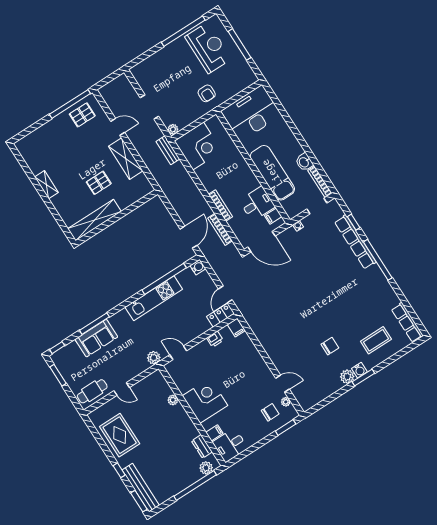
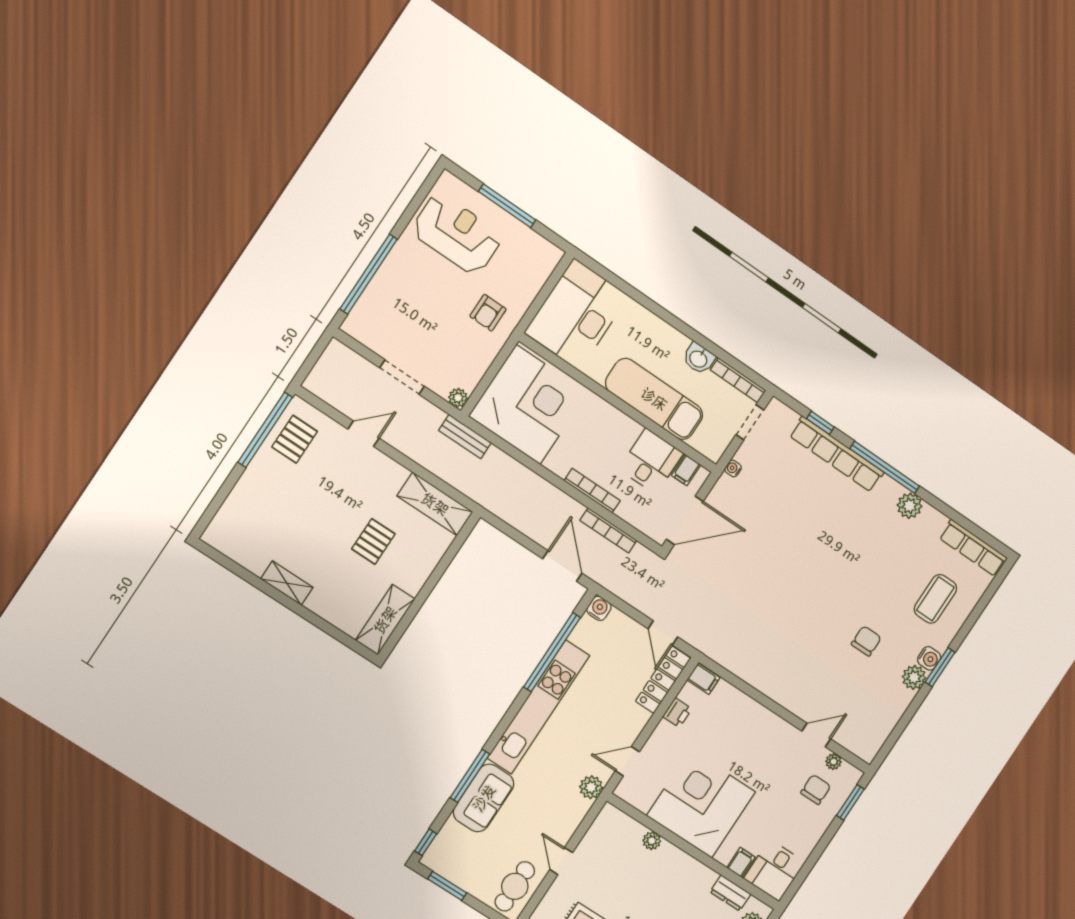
window: (183, 31) -> (369, 274), moved
armchair: (207, 93) -> (488, 313), turned 90
corner desk: (198, 146) -> (528, 404), width x1.36, depth x1.36
shelving: (126, 159) -> (435, 504), moved
shelving: (94, 220) -> (385, 620), width x0.68
plant: (383, 285) -> (910, 506), added
kitchen unit: (154, 298) -> (538, 707), width x1.36
locker: (221, 315) -> (663, 680), width x1.53
door: (122, 389) -> (561, 861), swing flipped
corner desk: (205, 401) -> (701, 804), width x1.36, depth x1.36

